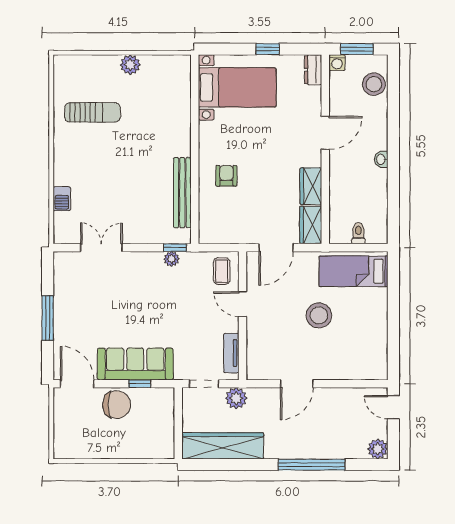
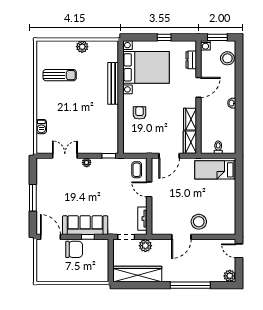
dresser: (313, 70) -> (191, 60), moved
bed with nightstands: (237, 87) -> (146, 67), width x1.36
bench: (182, 193) -> (113, 83), moved
plant: (172, 259) -> (87, 162), moved
stool: (319, 315) -> (199, 222), moved

